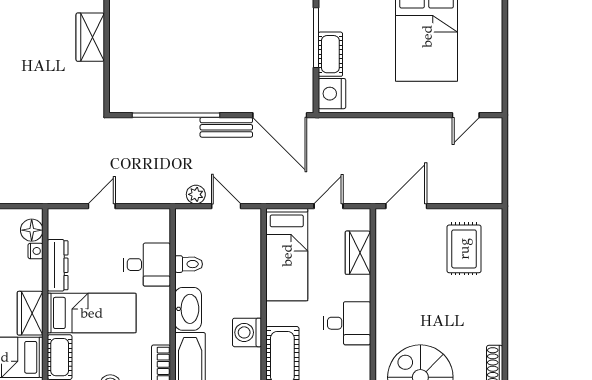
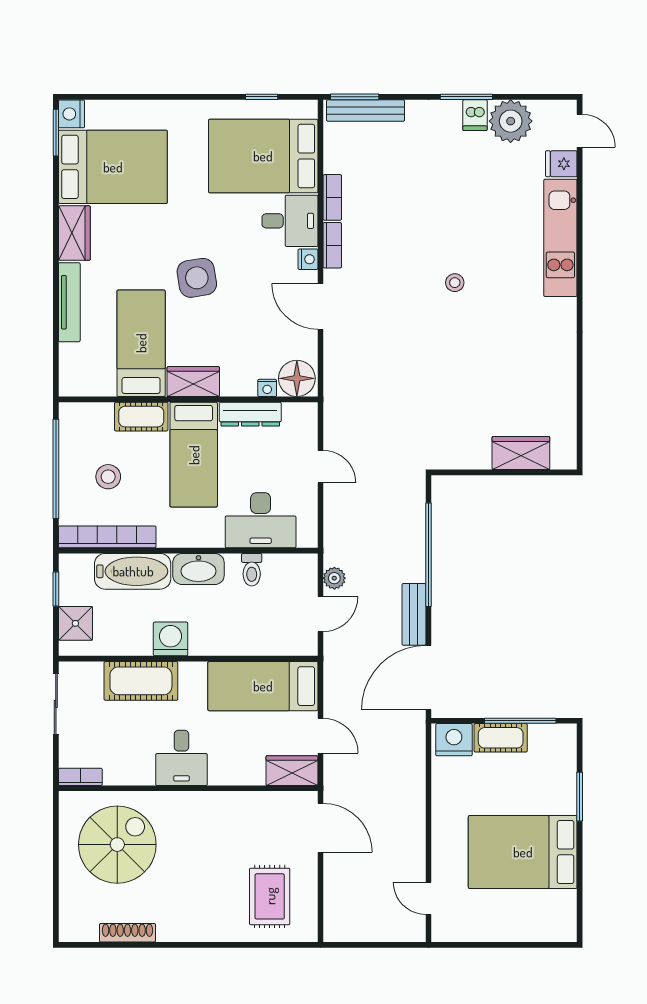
floor lamp: (32, 230) -> (297, 378), width x1.38, depth x1.38
rug: (464, 249) -> (270, 896), turned 90
wardrobe: (358, 253) -> (292, 771), moved
desk: (147, 265) -> (261, 520), width x1.37

